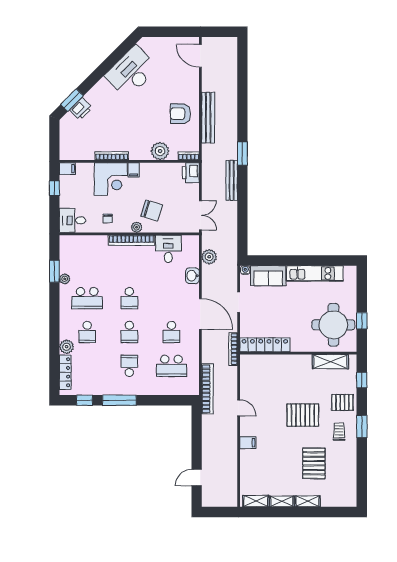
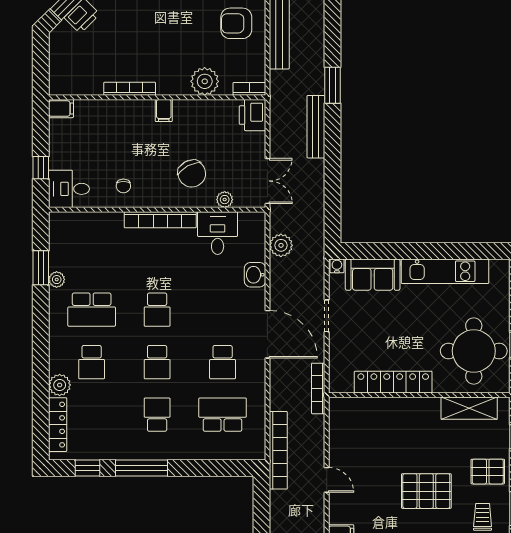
corner desk: (111, 179) -> (128, 125), removed
window: (54, 188) -> (41, 168), moved
chair: (152, 211) -> (192, 174), turned 45
plant: (137, 227) -> (225, 200), moved
locker: (265, 345) -> (393, 382), moved
school desk: (172, 366) -> (223, 415), turned 180

